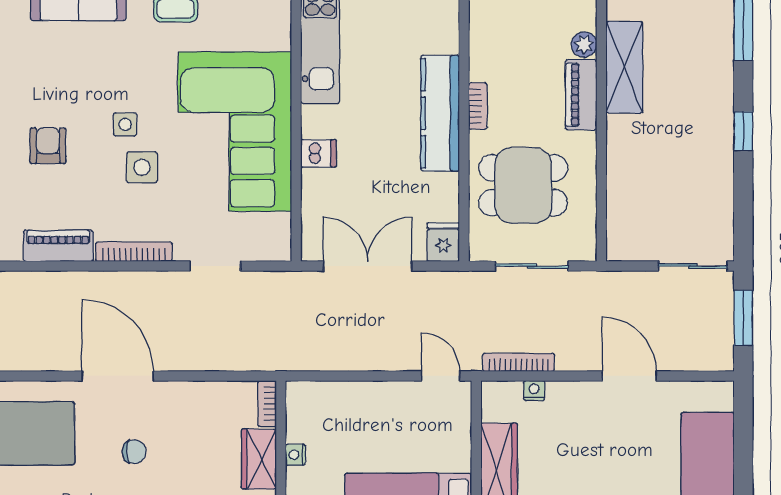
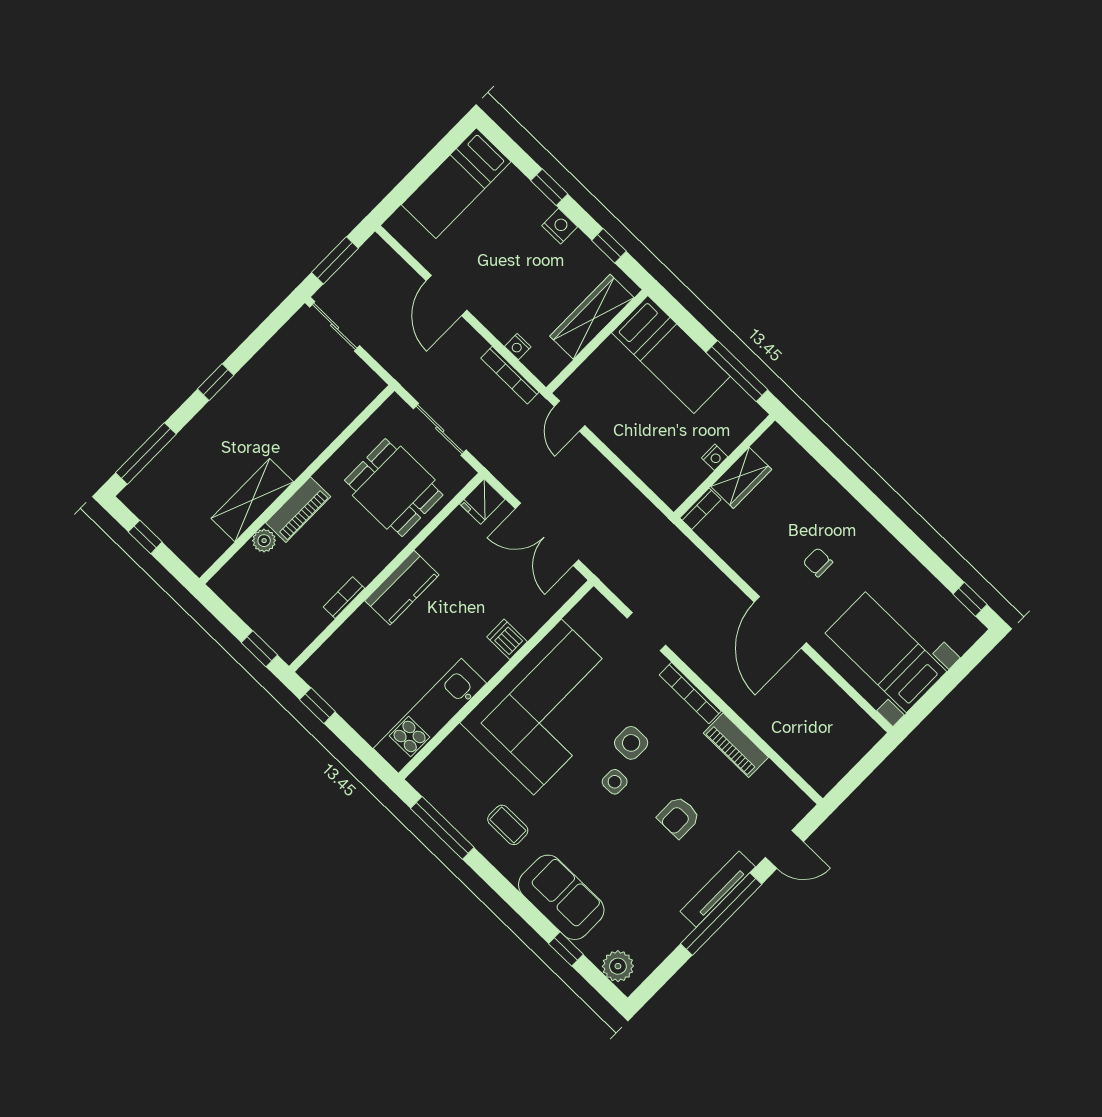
bookcase: (478, 106) -> (344, 598), moved
kitchen counter: (440, 113) -> (402, 588), width x0.67

